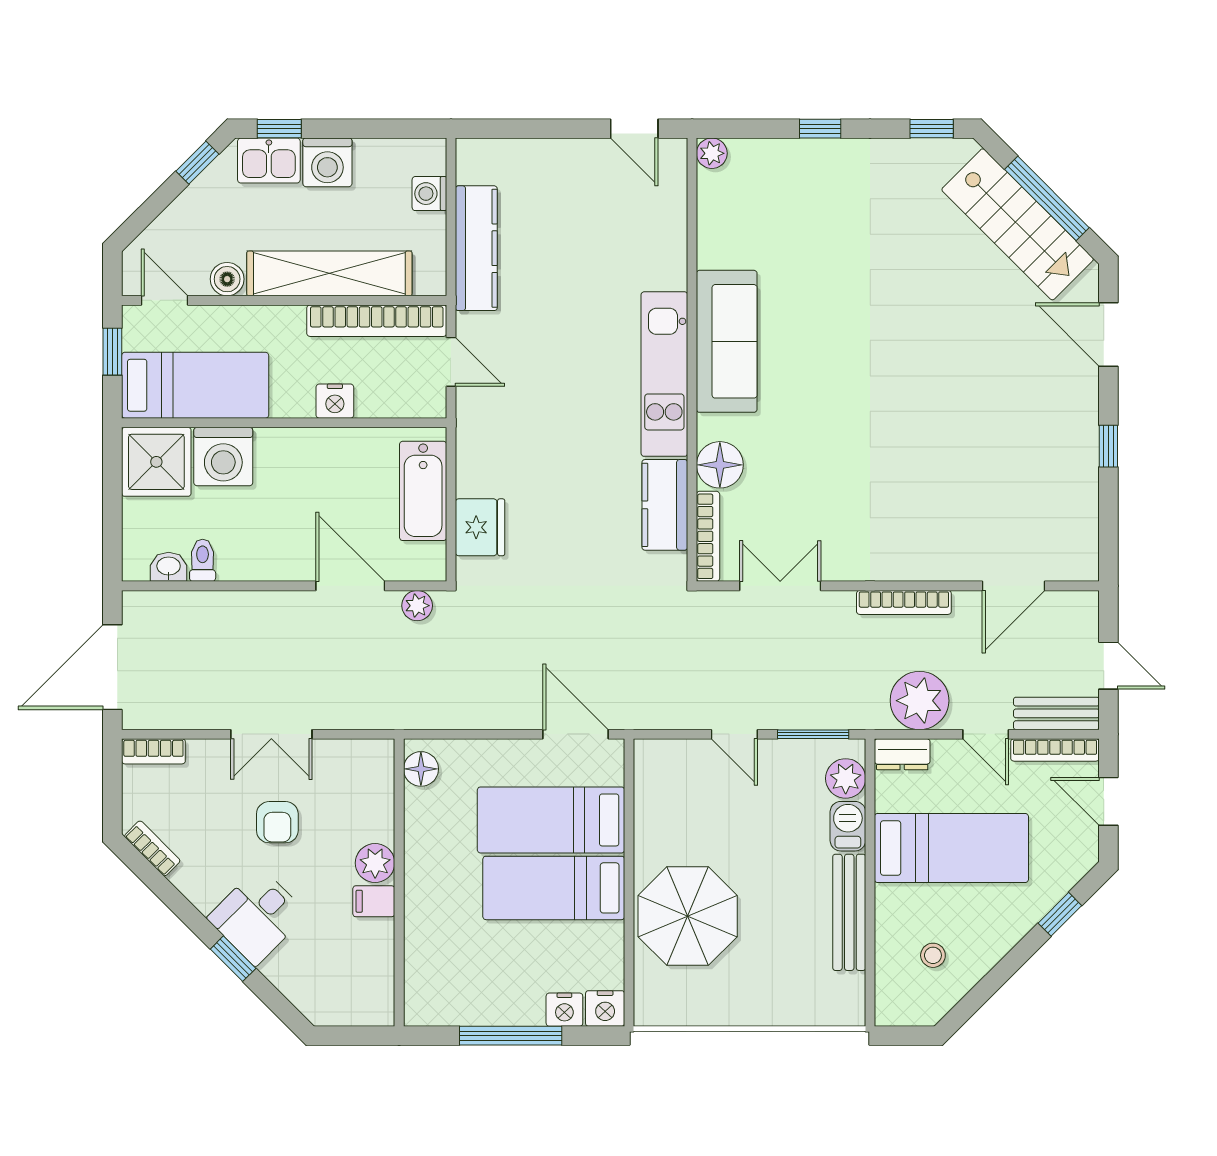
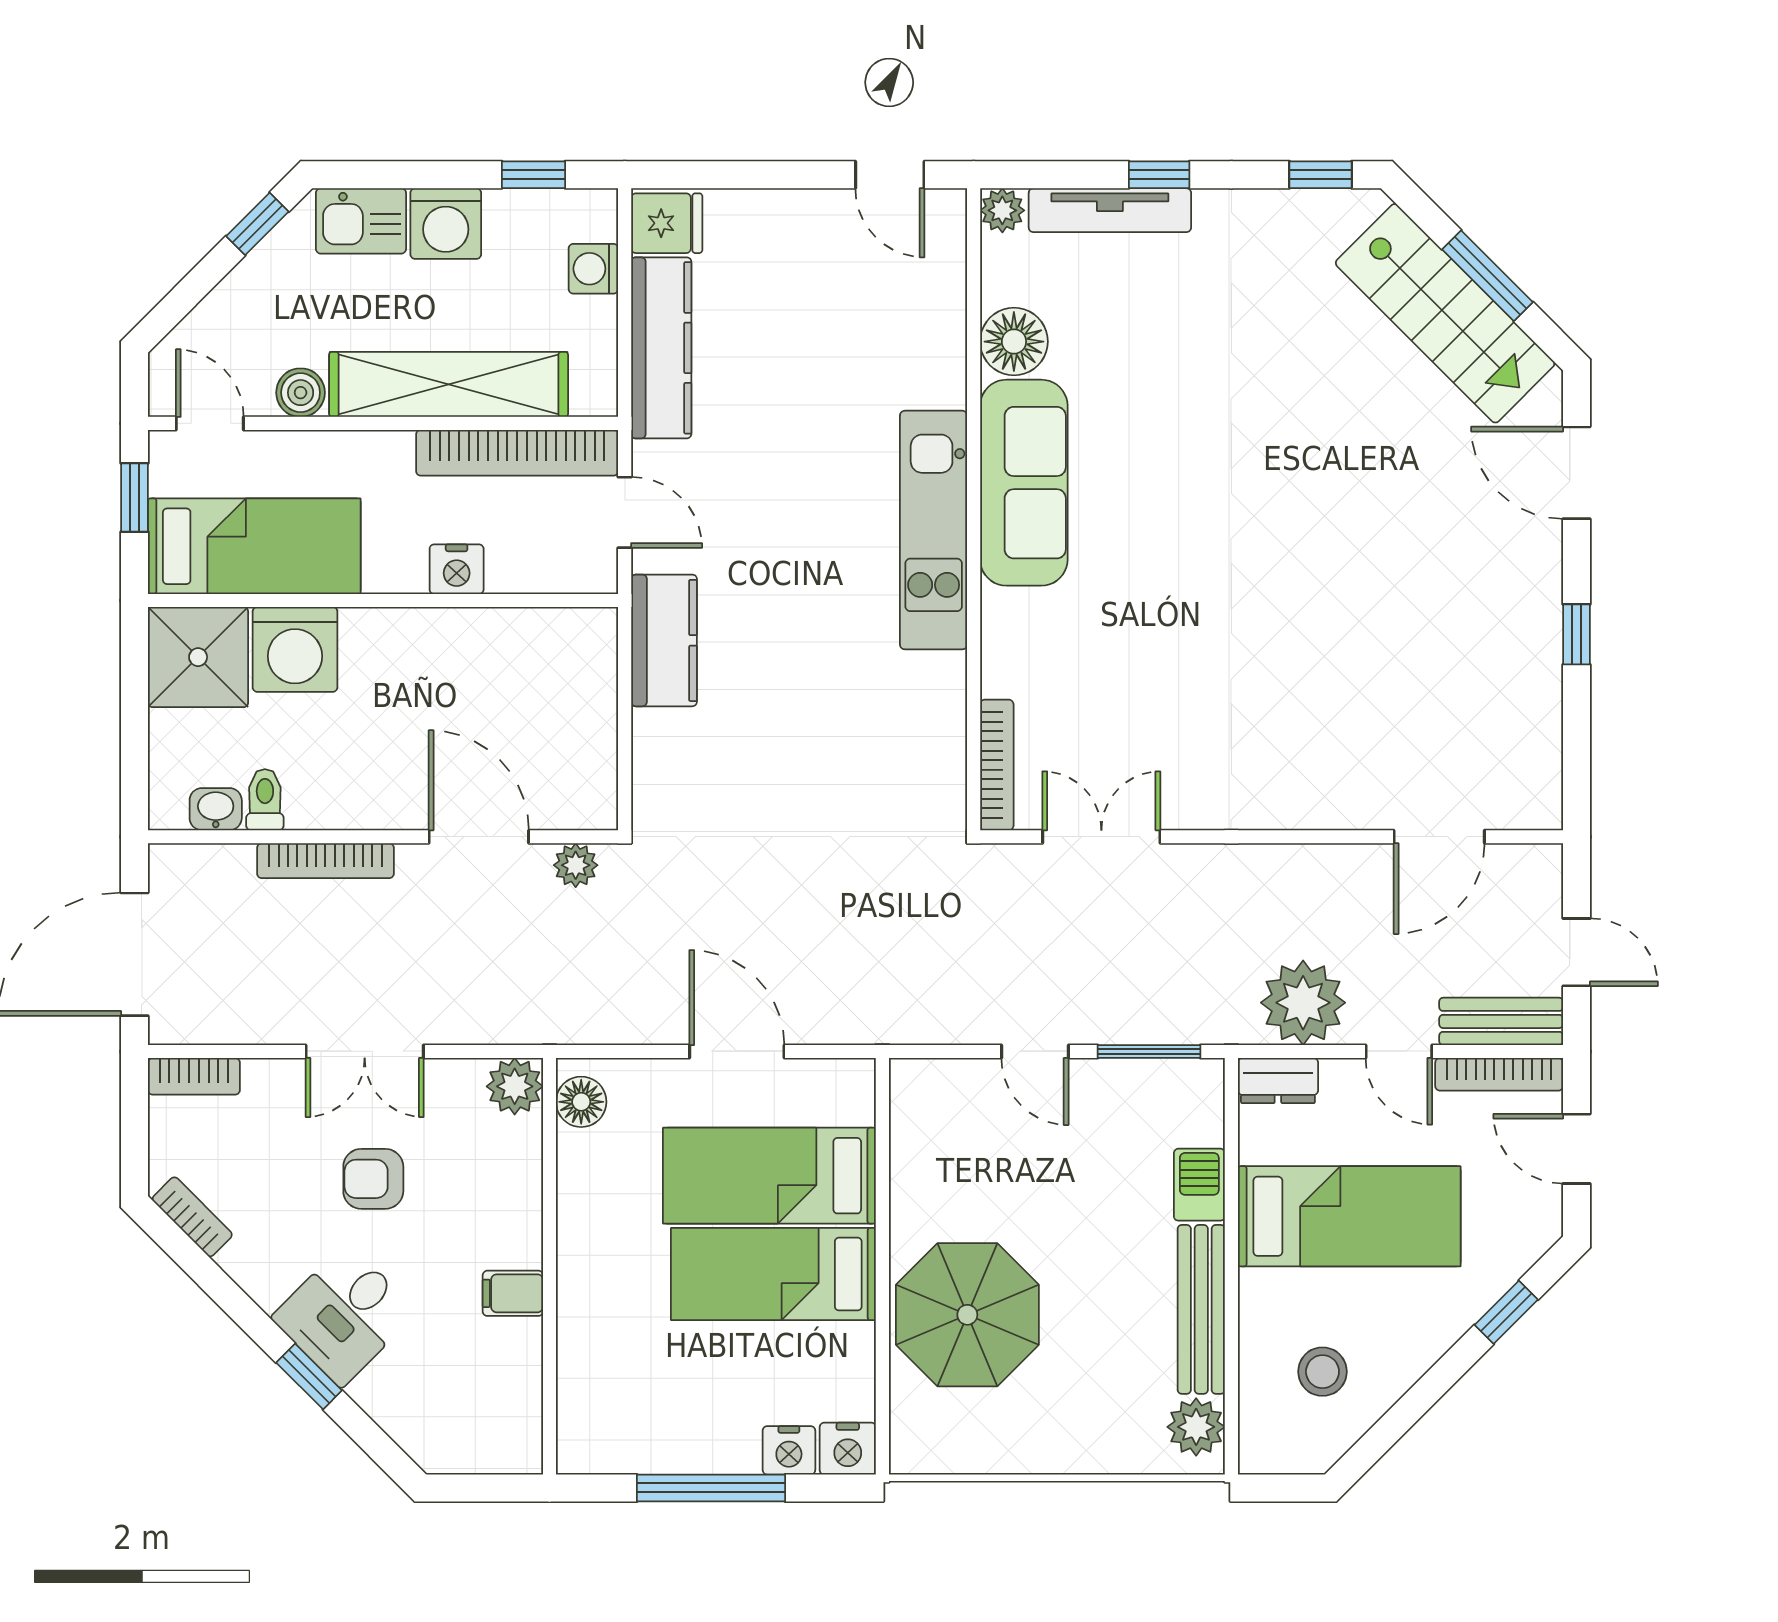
window: (279, 129) -> (534, 175), moved
tv unit: (786, 153) -> (1110, 210), added
window: (1047, 198) -> (1487, 276), width x0.69
floor lamp: (720, 465) -> (1014, 342), moved
bathtub: (423, 491) -> (584, 699), removed
kitchen counter: (665, 505) -> (664, 640), moved, turned 180
fridge: (480, 527) -> (667, 223), moved, width x0.72
bookcase: (904, 602) -> (325, 861), moved
door: (576, 734) -> (737, 1051), moved
plant: (846, 778) -> (1196, 1427), moved
armchair: (277, 822) -> (373, 1179), turned 90
plant: (375, 863) -> (515, 1086), moved
stool: (933, 955) -> (1322, 1372), width x1.37, depth x1.37

